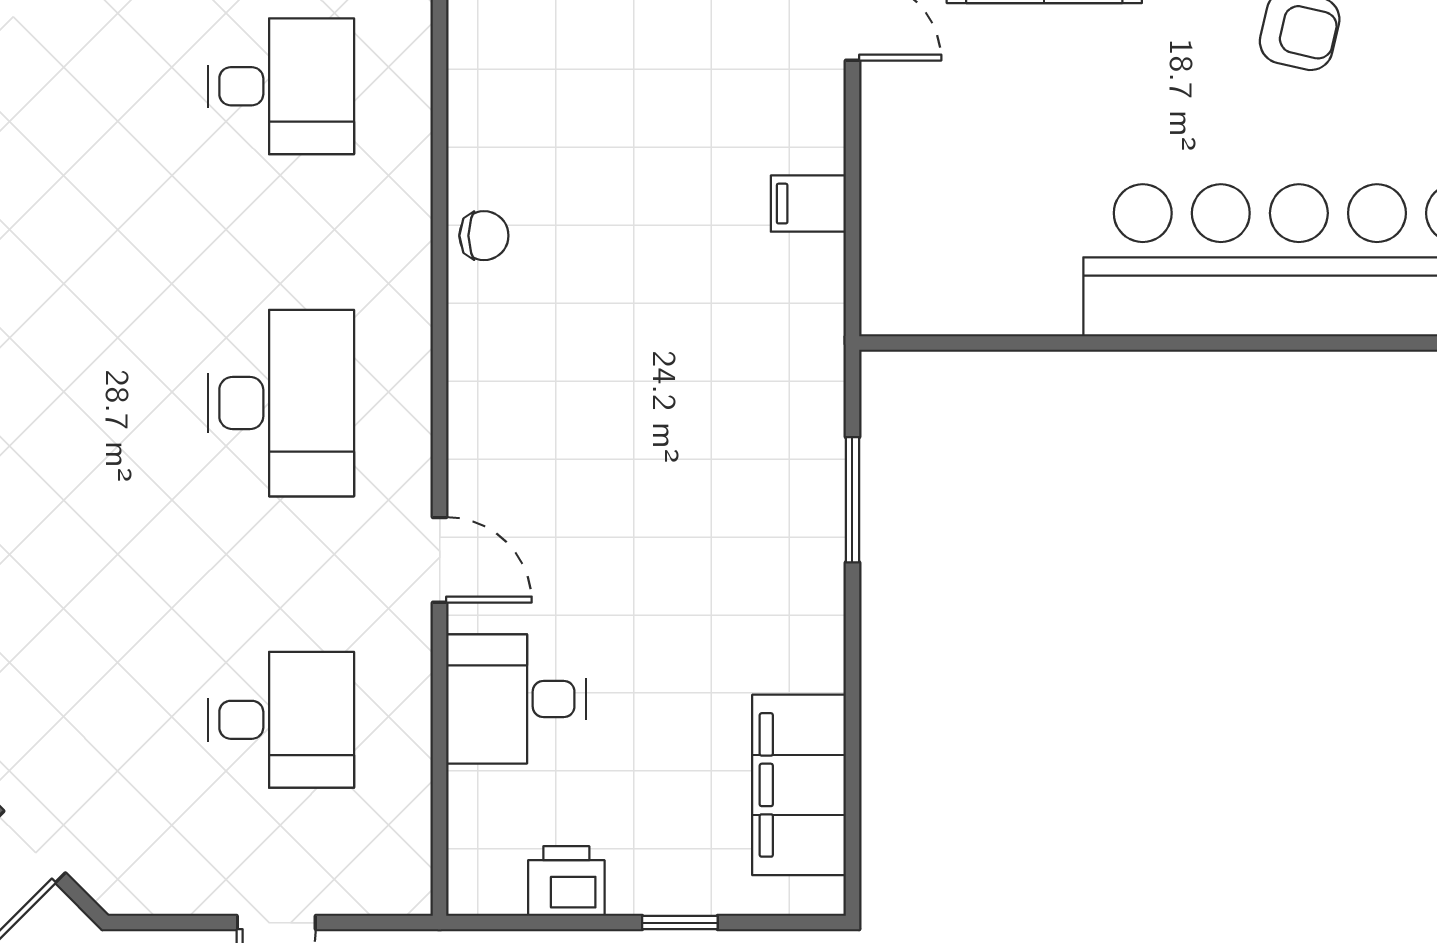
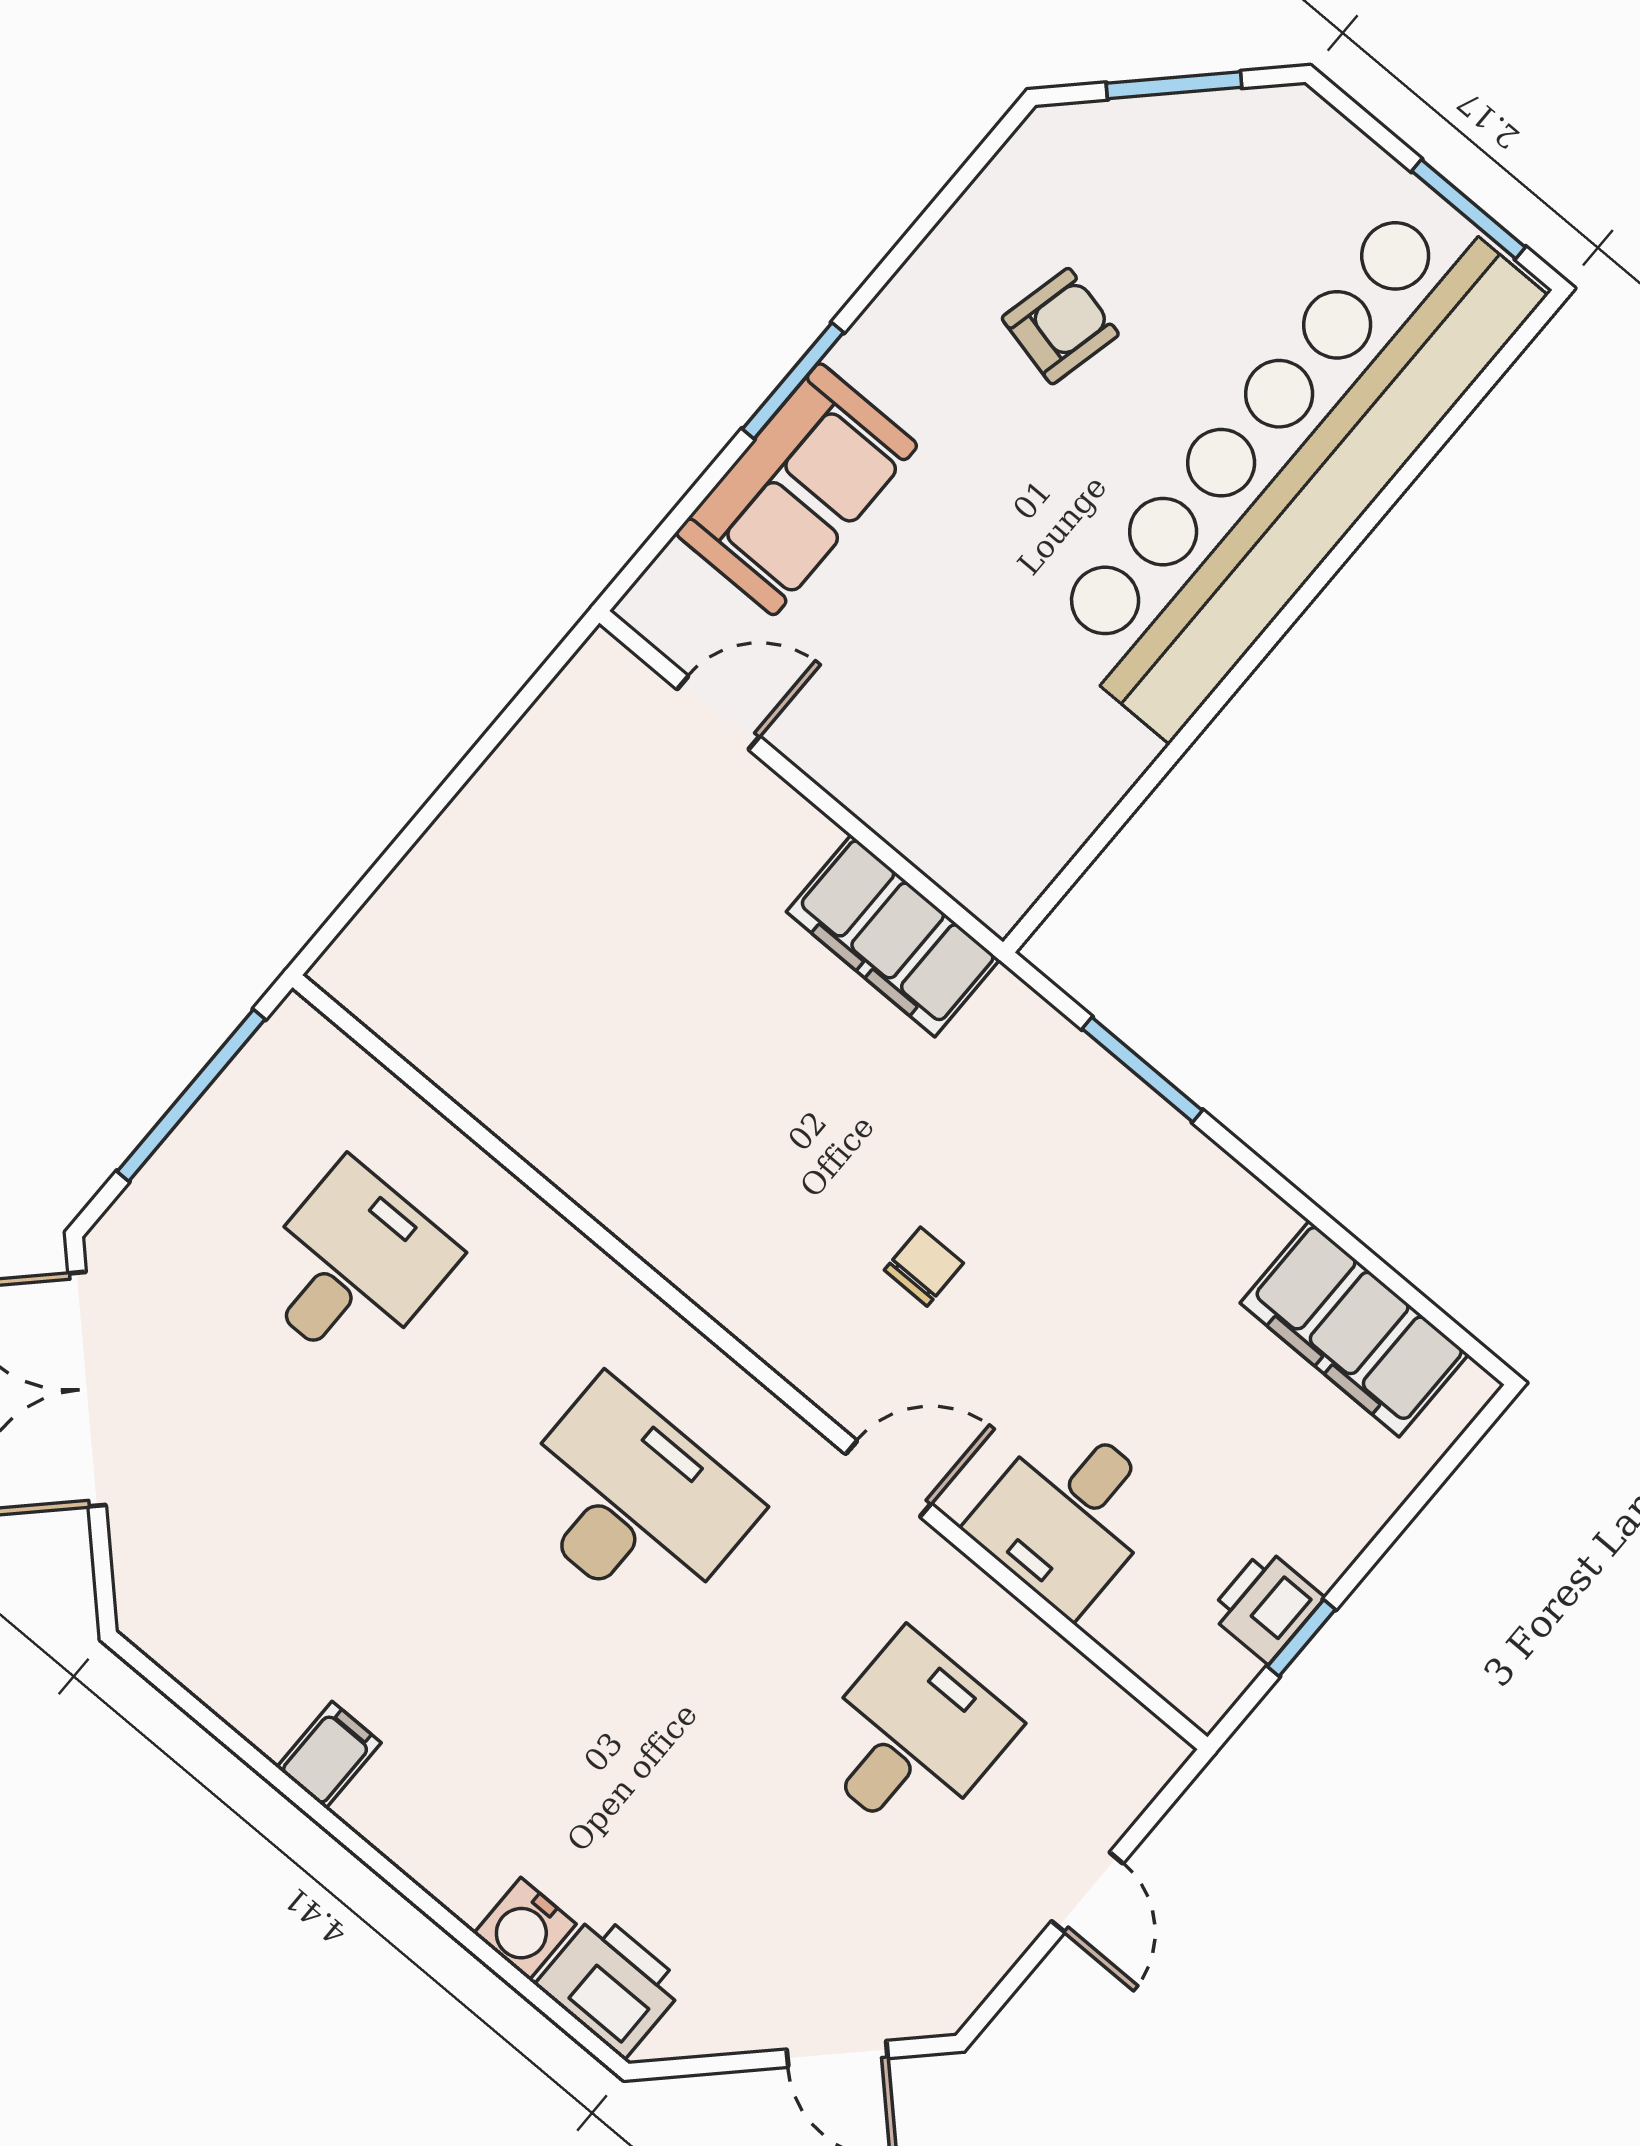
filing cabinet: (808, 204) -> (893, 936), width x3.00, depth x1.17
chair: (484, 236) -> (924, 1267), moved
window: (680, 923) -> (1301, 1638), moved

